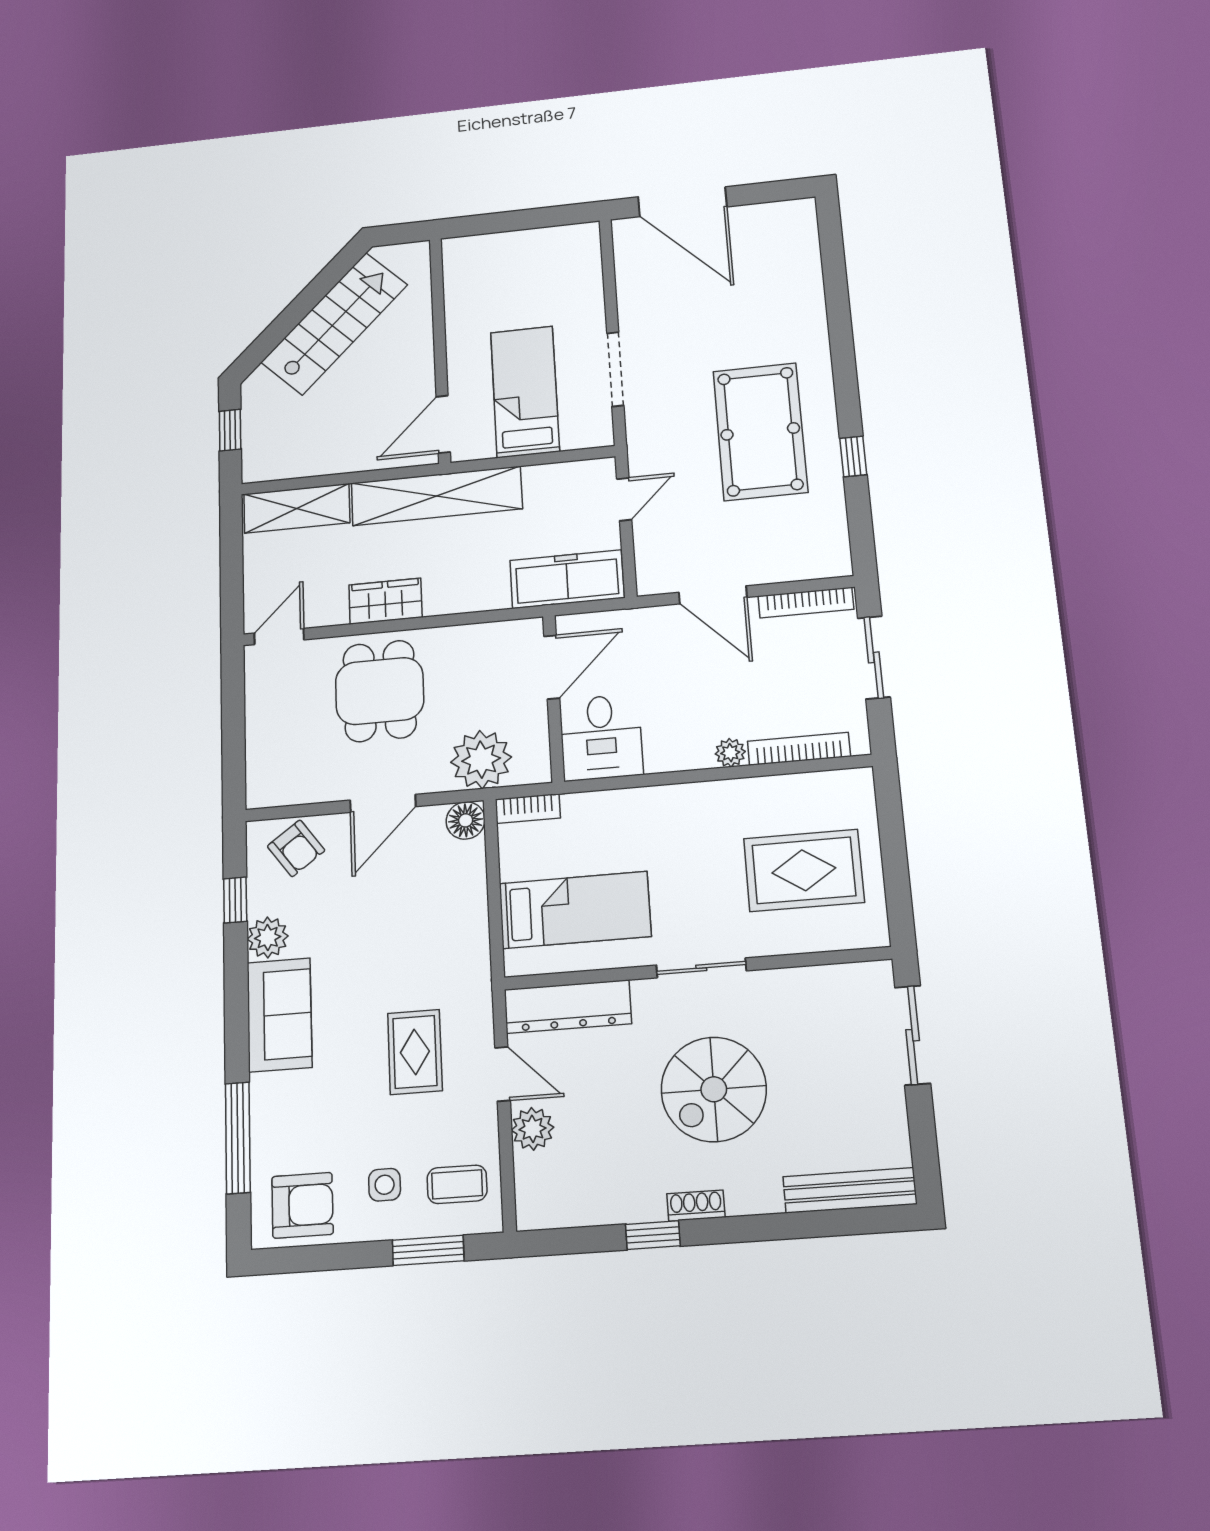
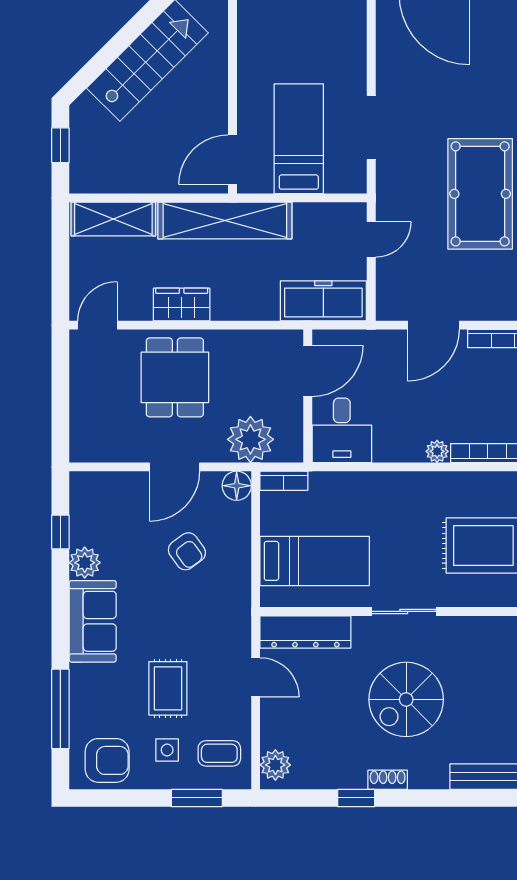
door: (713, 595) -> (434, 325), hinge flipped
armchair: (296, 848) -> (187, 551), moved
rug: (415, 1052) -> (168, 688), moved
plant: (532, 1129) -> (275, 765), moved

